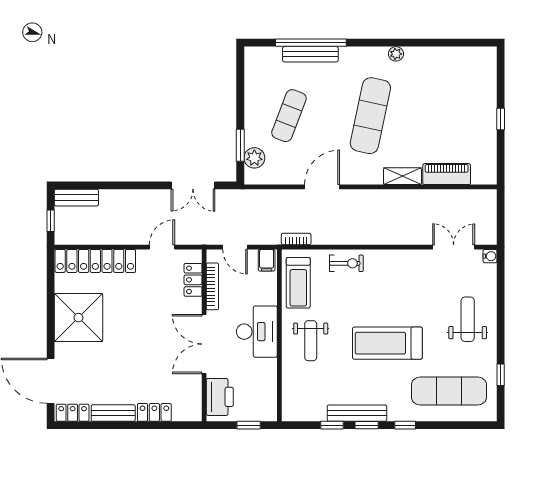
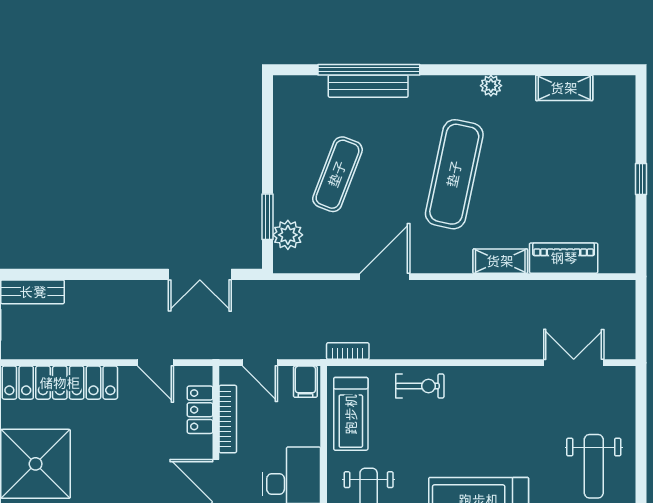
shelving: (447, 55) -> (564, 88), added
door: (162, 247) -> (155, 363), swing flipped
water cooler: (490, 256) -> (626, 376), removed
weight bench: (468, 319) -> (594, 466), turned 180

